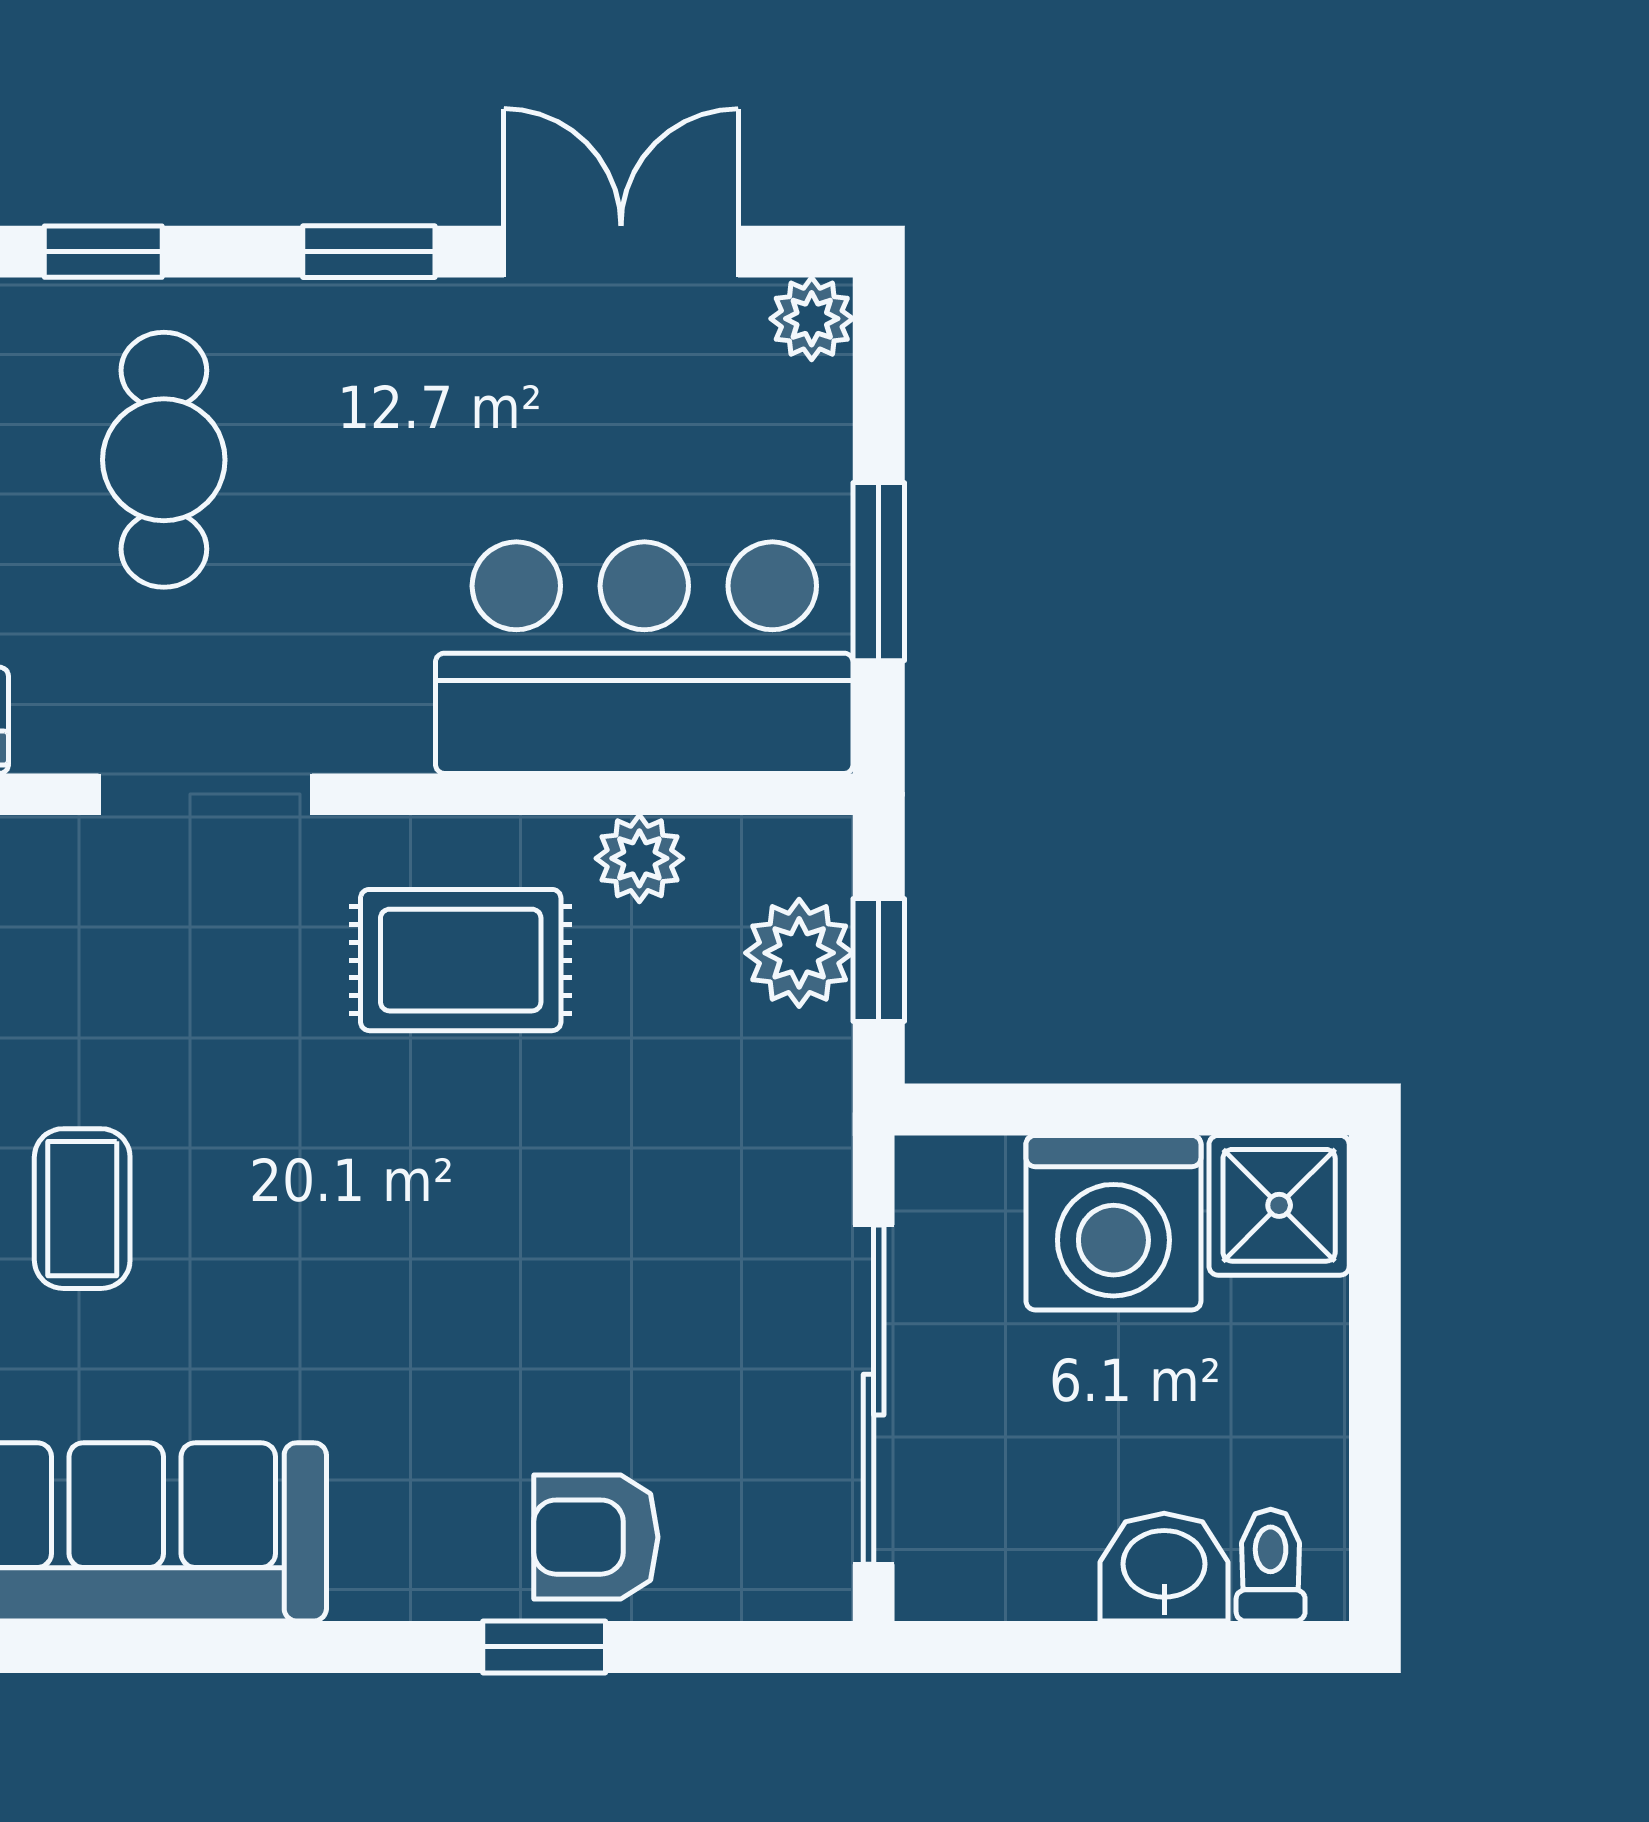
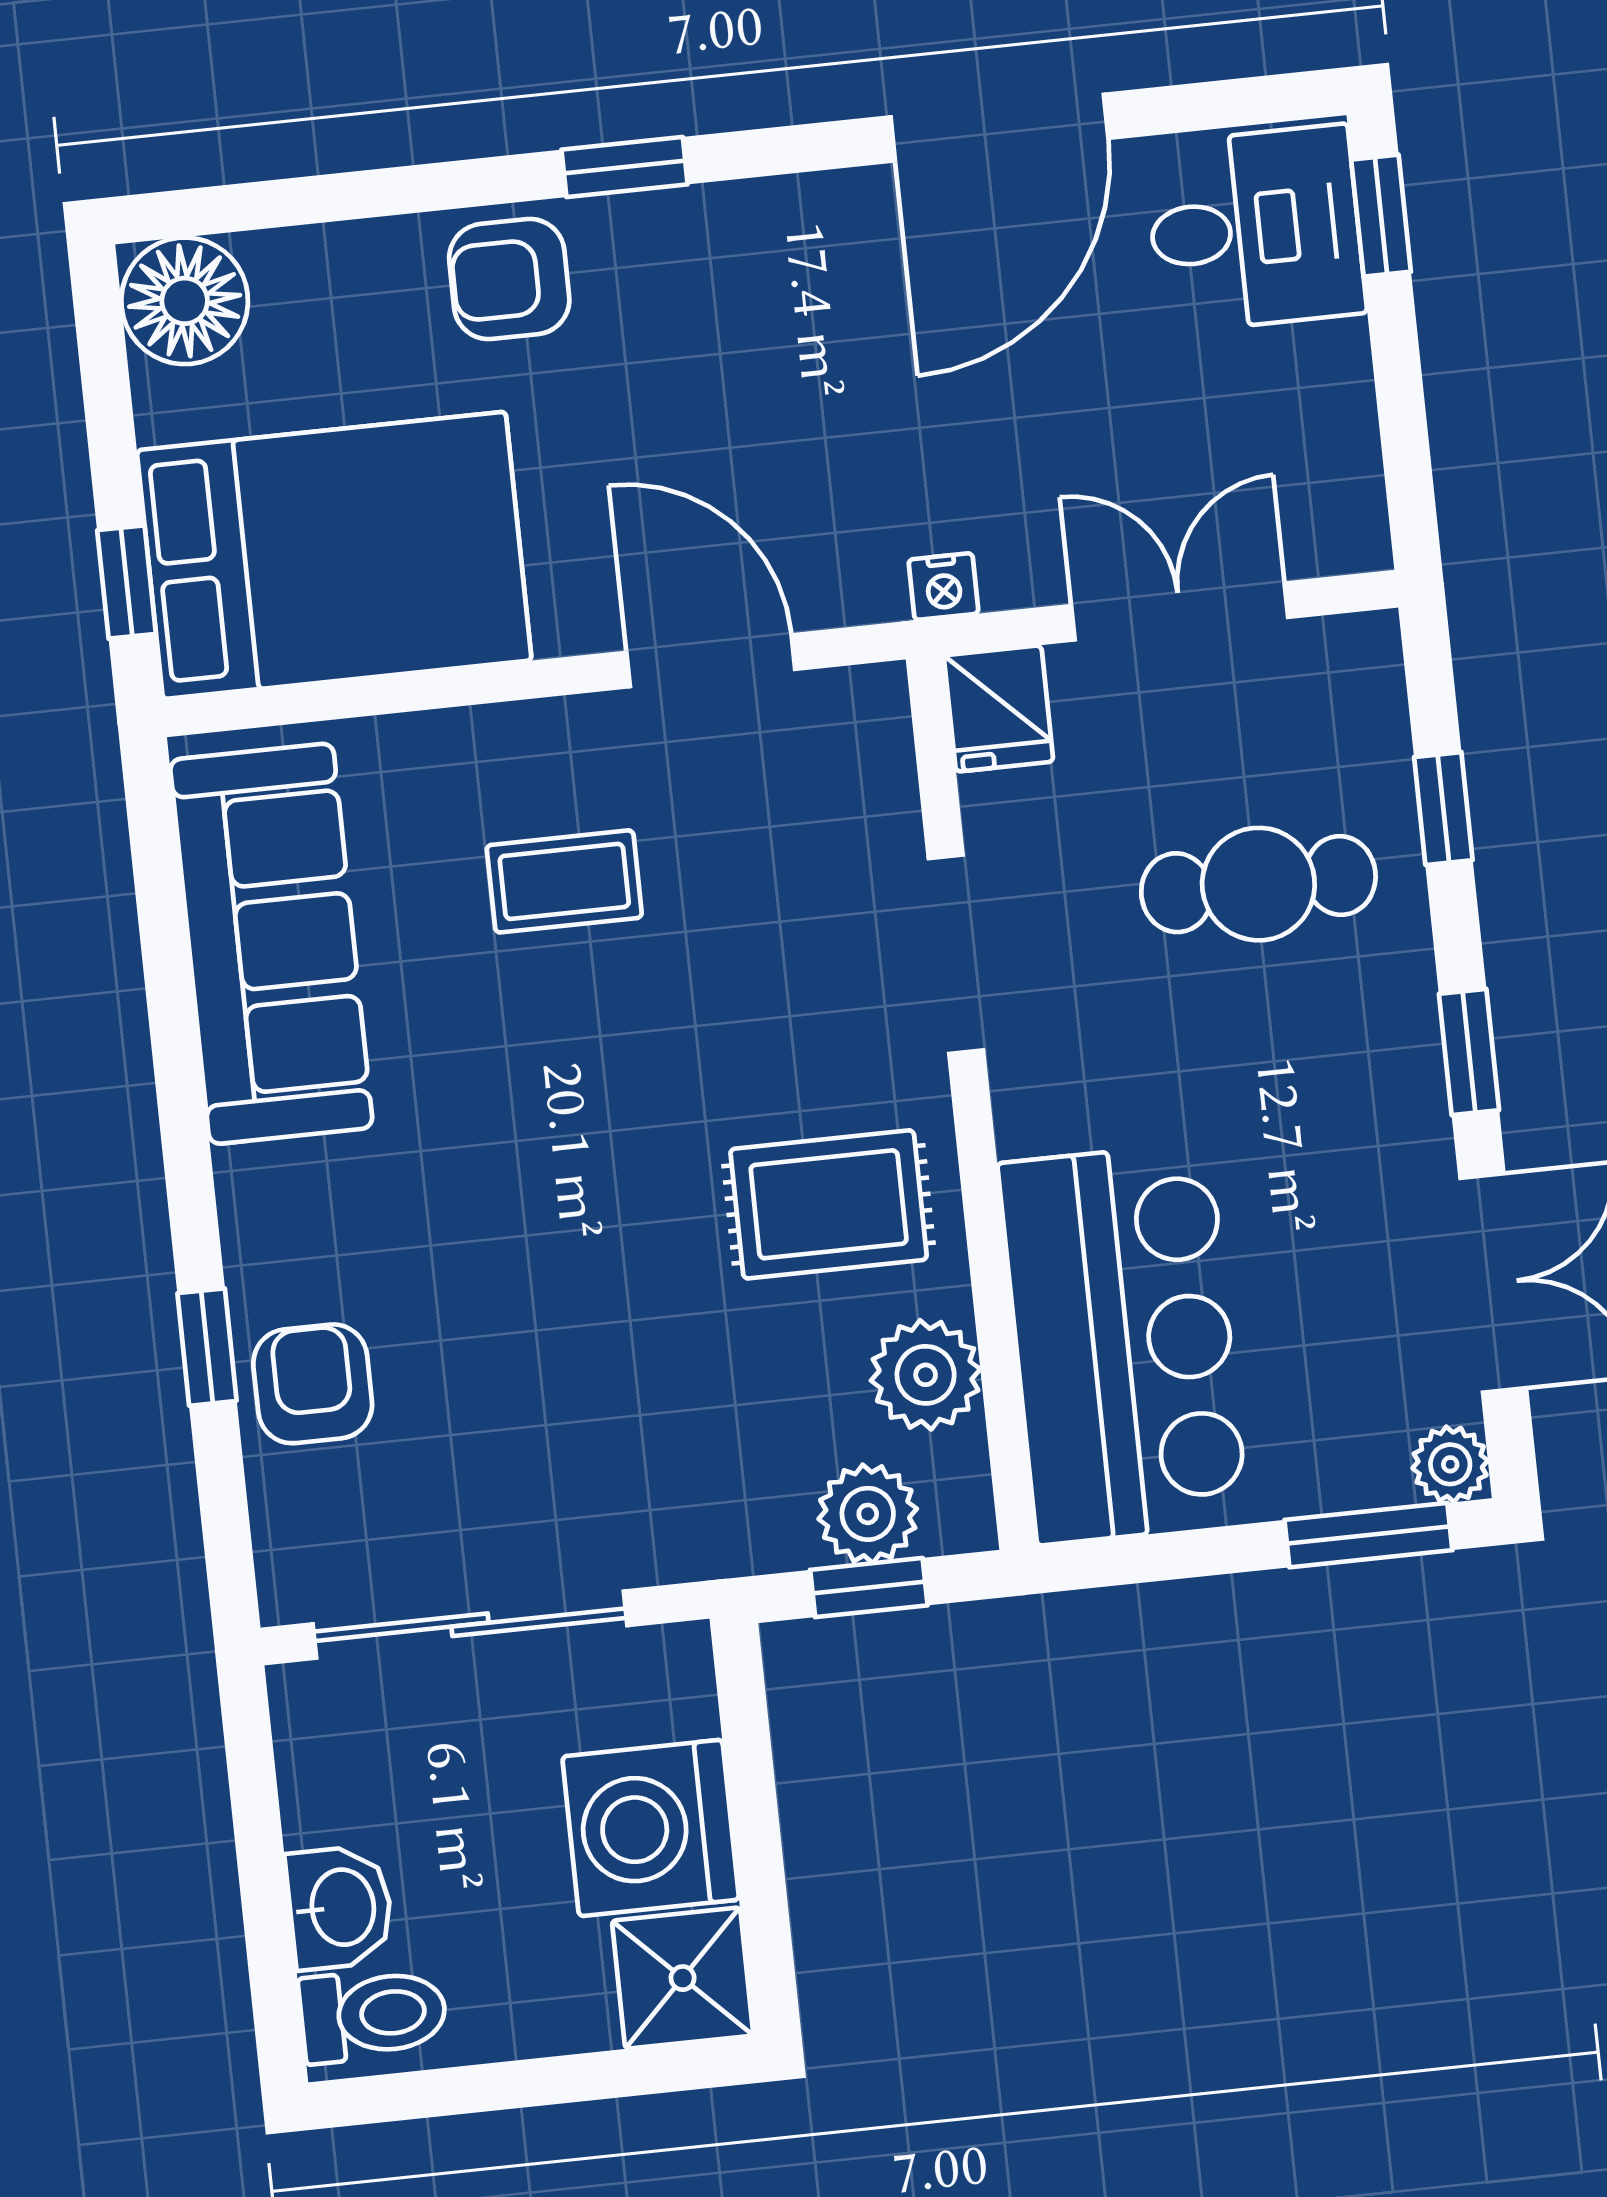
window: (879, 572) -> (1368, 1535), moved
plant: (639, 858) -> (926, 1375), width x1.38, depth x1.38
rug: (461, 960) -> (829, 1204), turned 90
toilet: (1271, 1565) -> (373, 2015), width x1.37, depth x1.39

